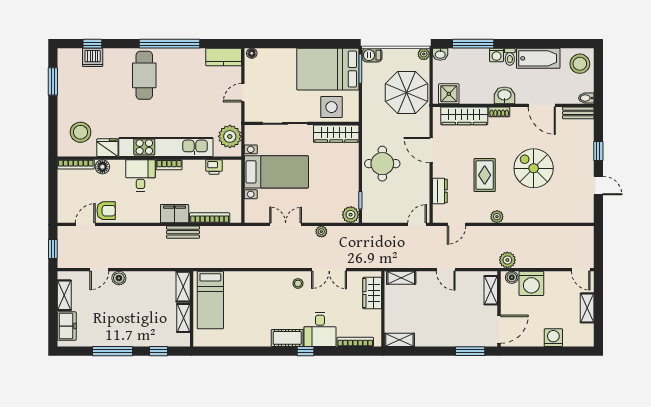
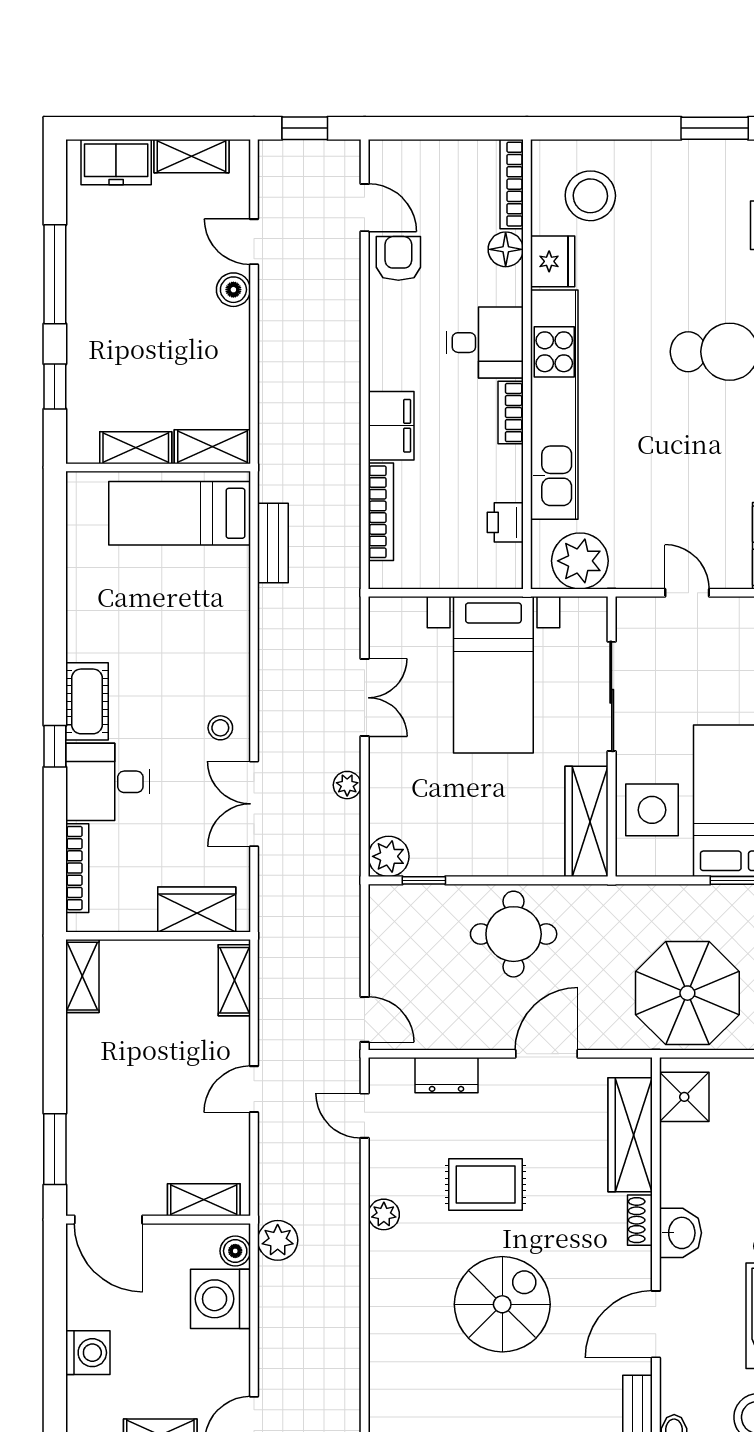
armchair: (106, 211) -> (398, 258), turned 180
bench: (183, 232) -> (273, 543), moved

